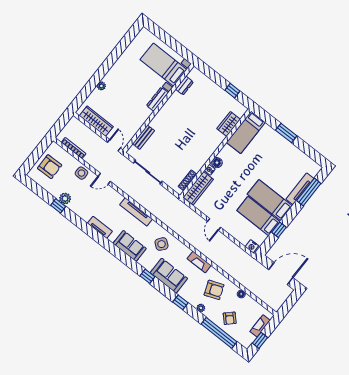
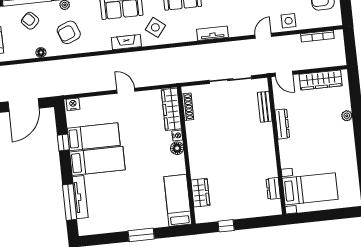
dresser: (157, 99) -> (282, 124), moved
tv unit: (136, 212) -> (212, 33), width x0.71
fireplace: (199, 262) -> (126, 42), moved

